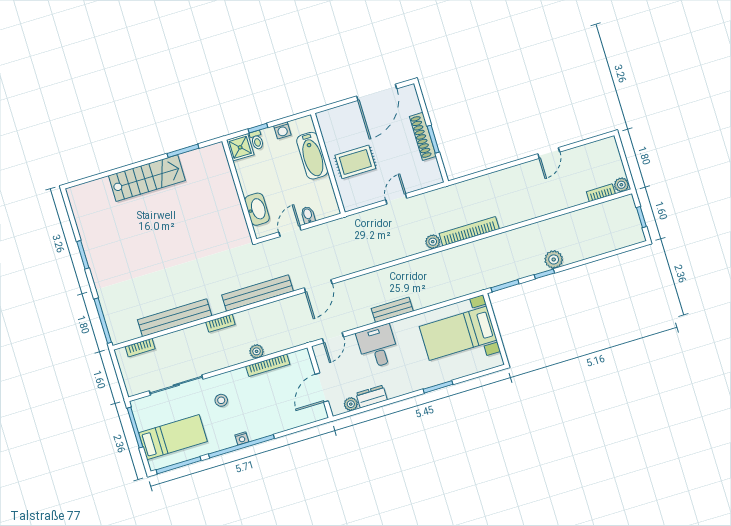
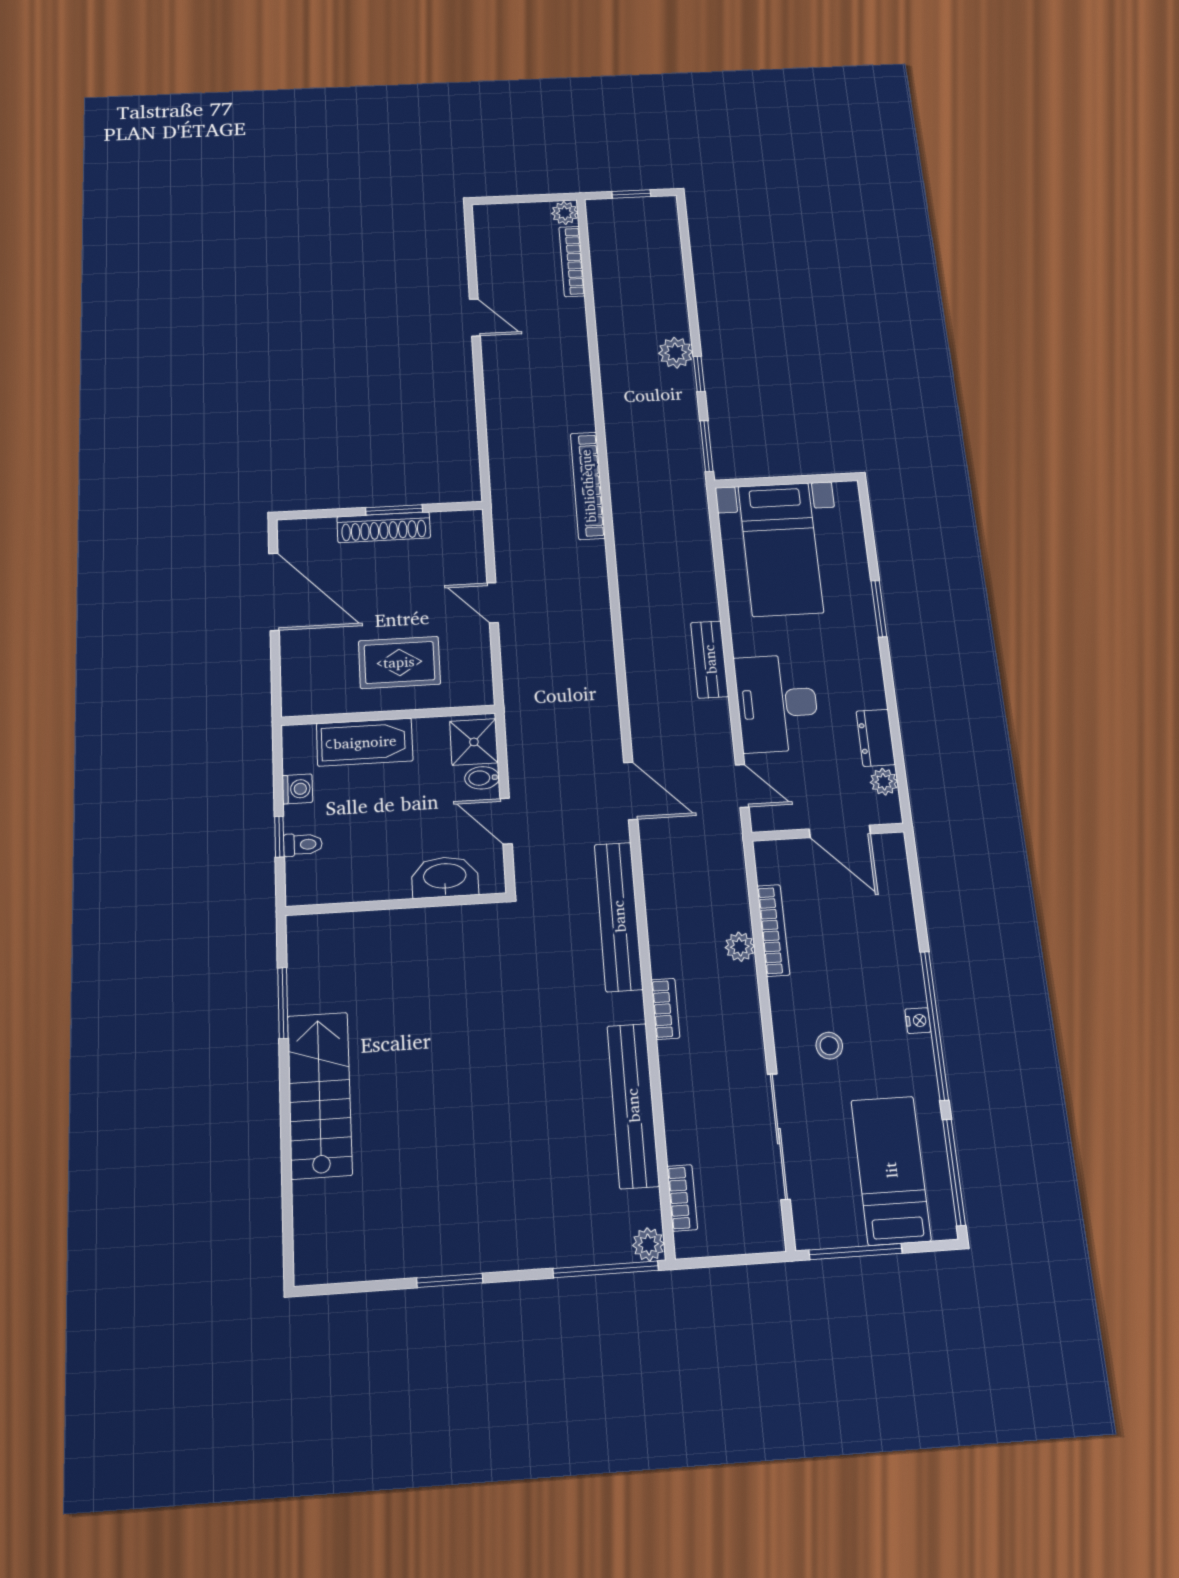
shower: (240, 147) -> (474, 742), moved
rug: (355, 162) -> (399, 662), turned 90
bookcase: (601, 193) -> (572, 261), width x1.56
plant: (433, 242) -> (648, 1244), moved
desk: (378, 346) -> (777, 703), width x1.37

